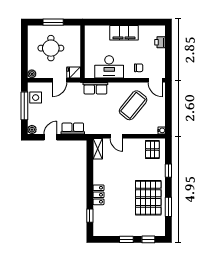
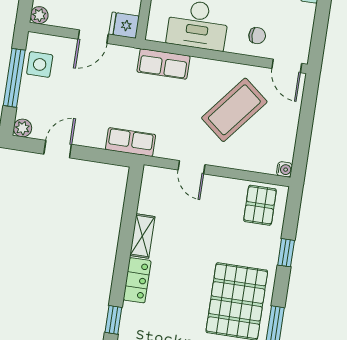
row of seats: (73, 128) -> (131, 142), moved
shelving: (98, 149) -> (142, 236), moved

